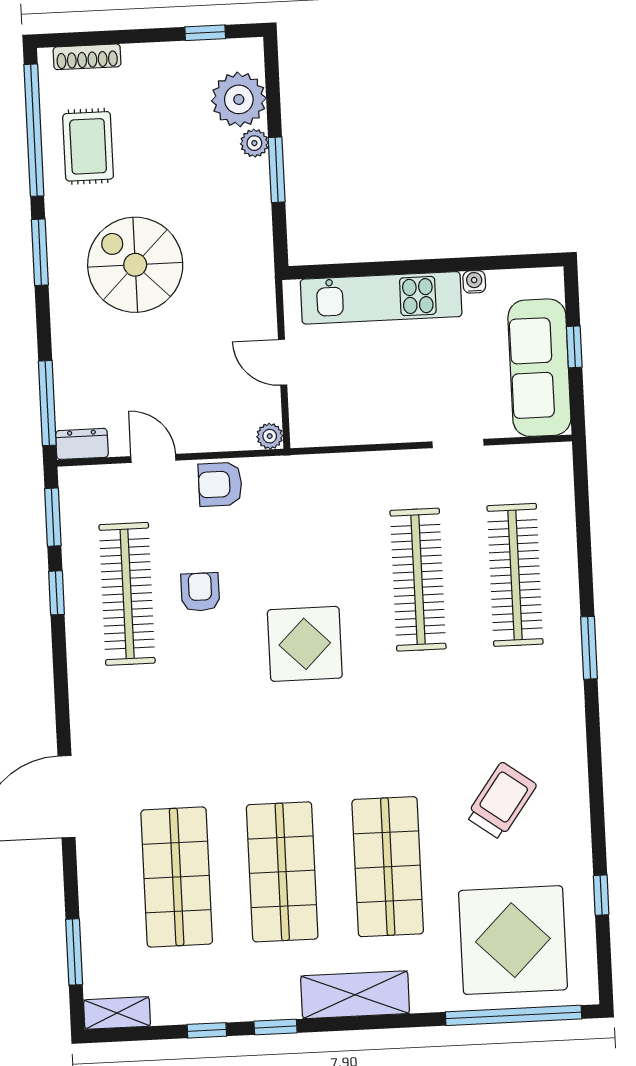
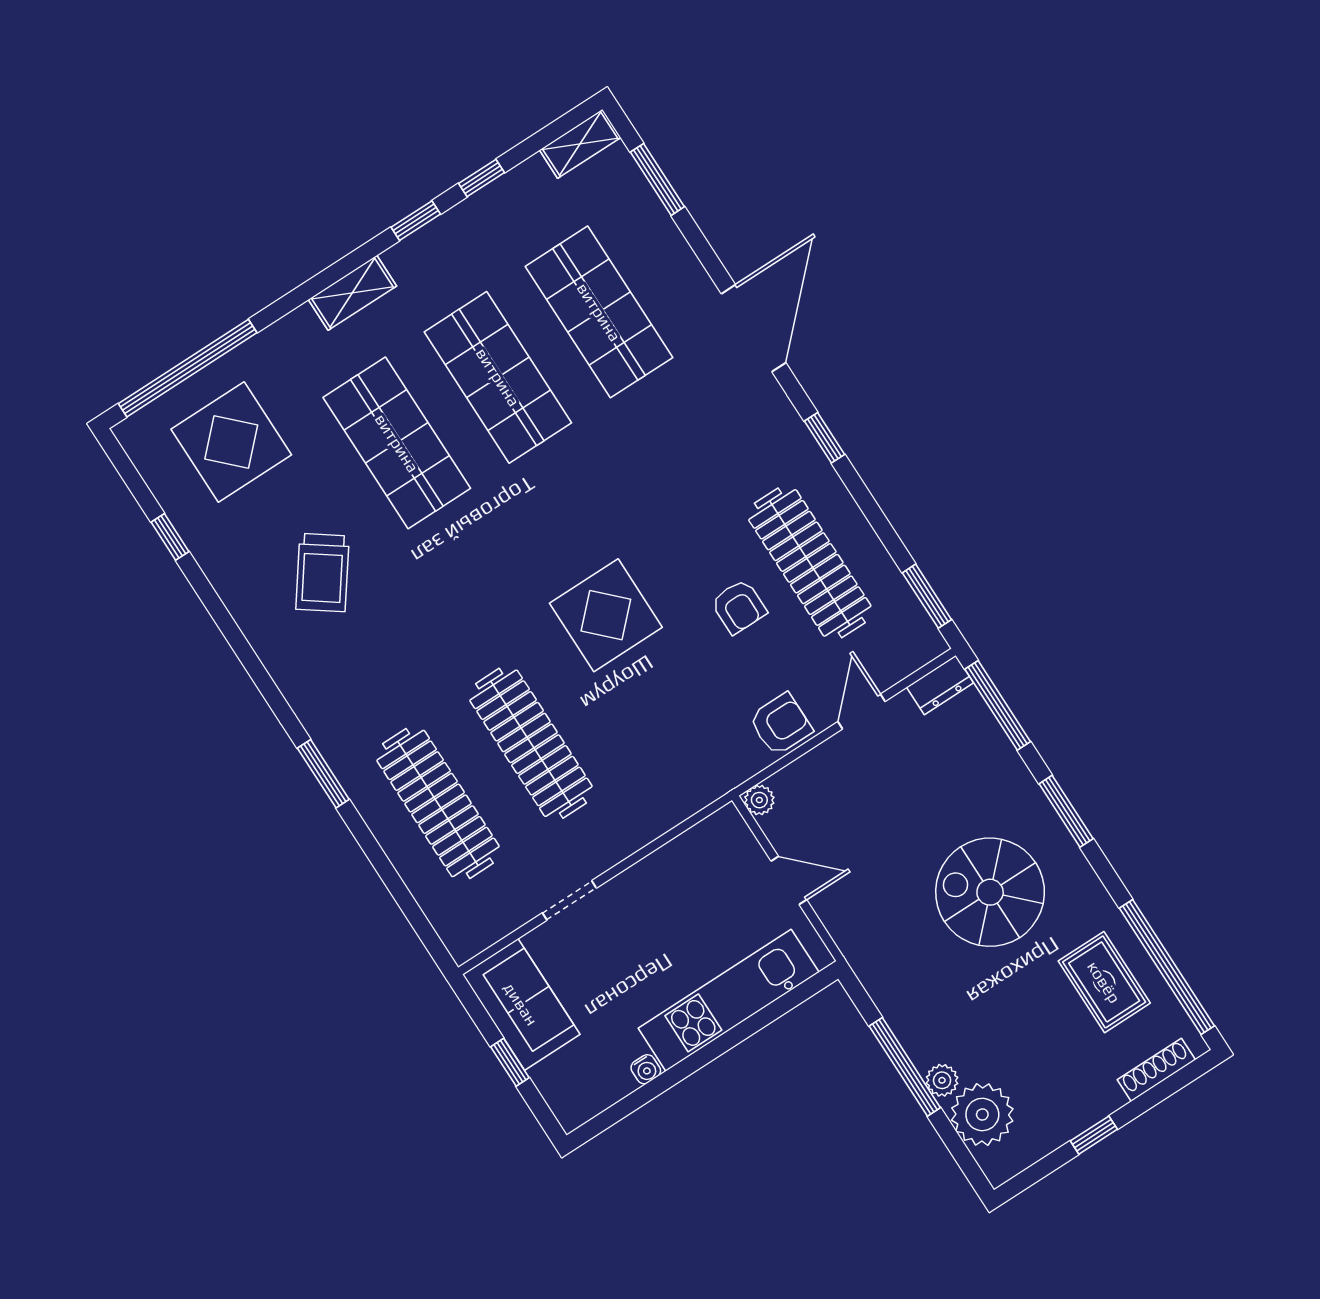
window: (205, 33) -> (1094, 1135), moved
window: (277, 170) -> (905, 1067), width x1.44
window: (40, 252) -> (1066, 811), moved
spiral stairs: (135, 265) -> (990, 892), turned 180
sofa: (539, 368) -> (521, 1004), width x0.73
door: (153, 458) -> (861, 712), swing flipped
window: (57, 593) -> (824, 438), moved
display table: (513, 940) -> (231, 442), width x0.73, depth x0.73
shelving: (355, 995) -> (352, 293), width x0.67, depth x0.75

